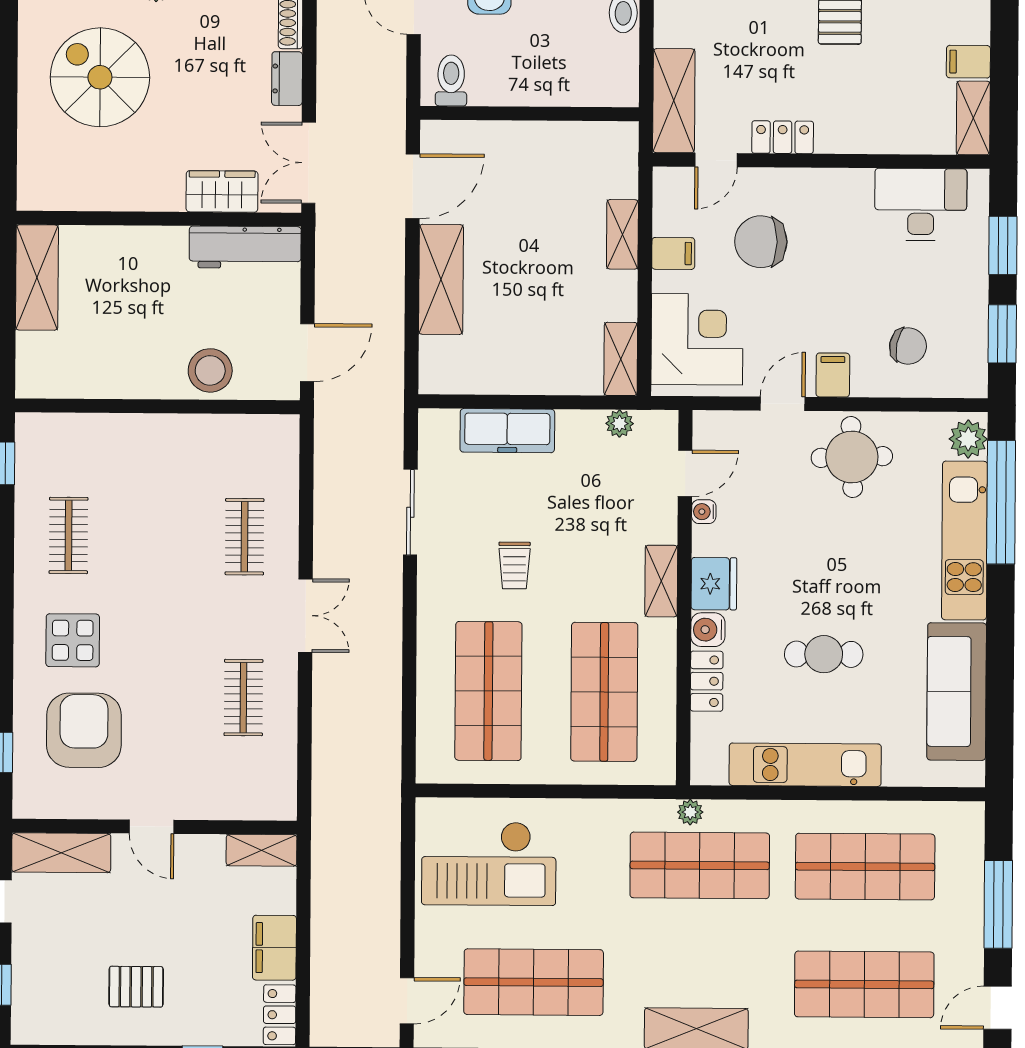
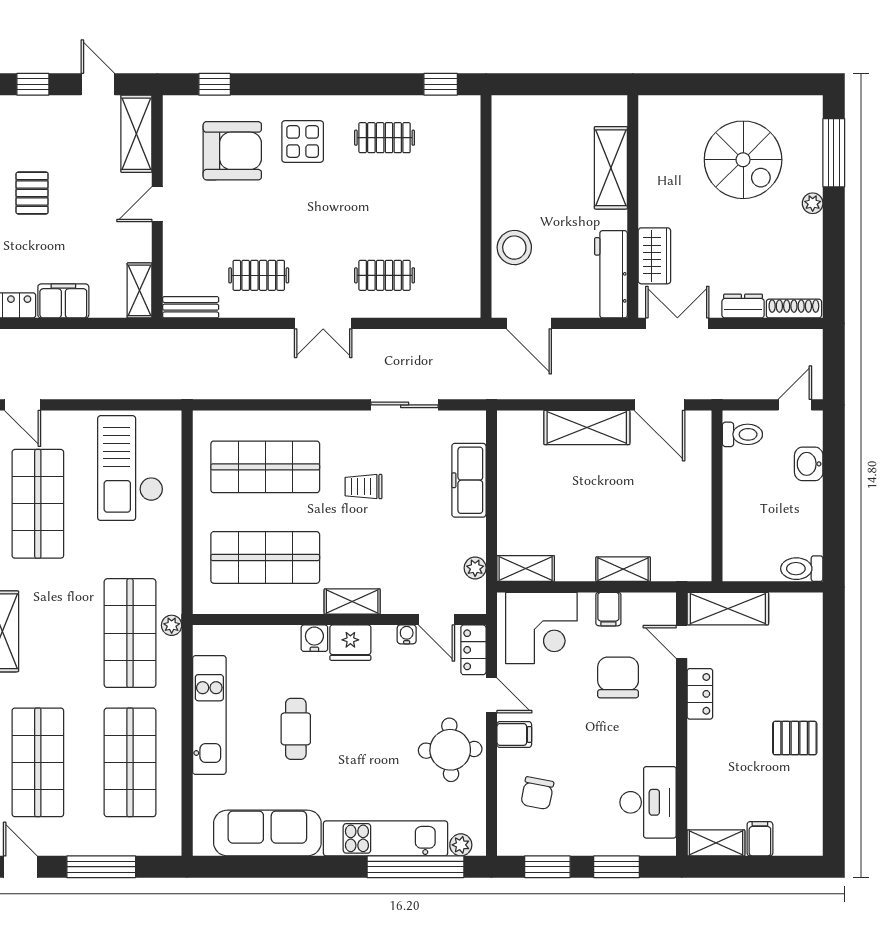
spiral stairs: (100, 77) -> (743, 160), turned 90
shelving: (37, 278) -> (611, 168), moved, turned 90
plant: (968, 439) -> (461, 845), width x0.73, depth x0.73
locker: (707, 681) -> (473, 650), moved, turned 90
bench: (284, 785) -> (191, 307), added

